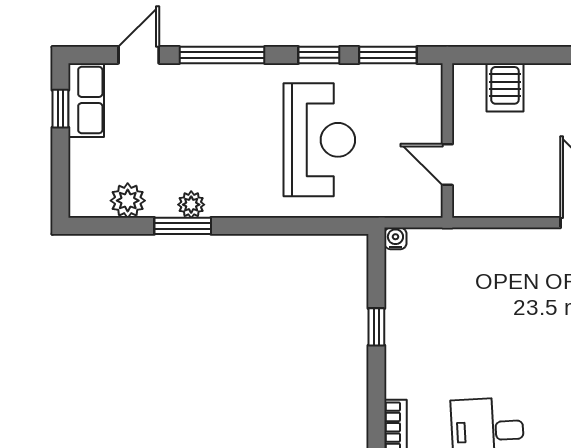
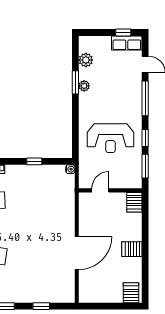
server rack: (505, 87) -> (134, 202), moved, turned -90

